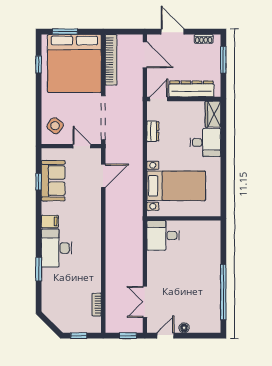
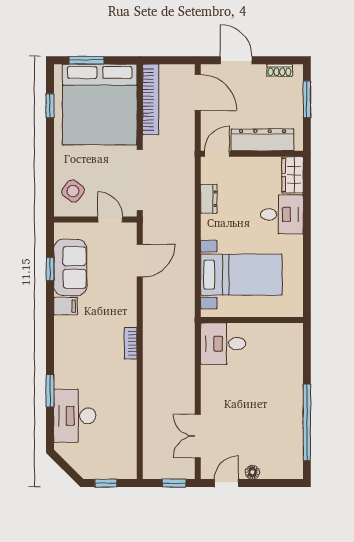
filing cabinet: (50, 221) -> (66, 306), moved
desk: (56, 248) -> (75, 416), moved
bookcase: (97, 305) -> (131, 343), moved

